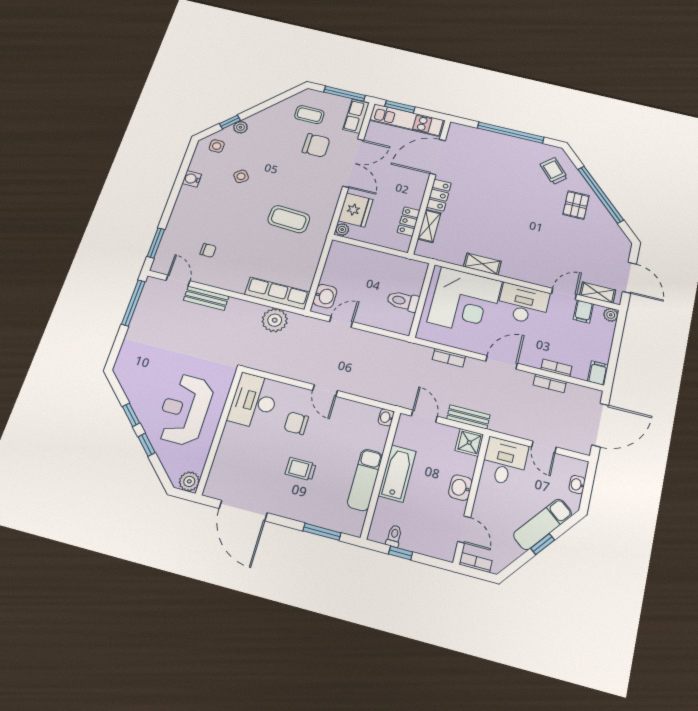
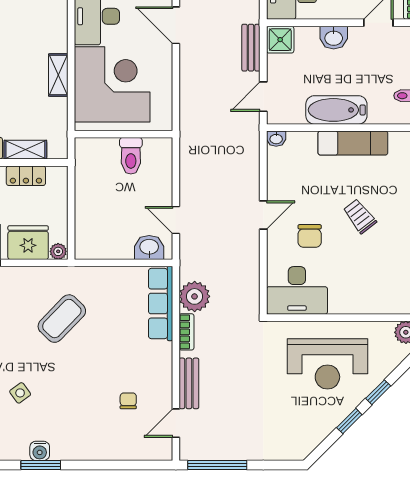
coffee table: (289, 219) -> (62, 319), turned 41
window: (156, 243) -> (41, 465), moved
bookcase: (449, 358) -> (187, 332), moved
trolley: (301, 469) -> (360, 216), turned 142

